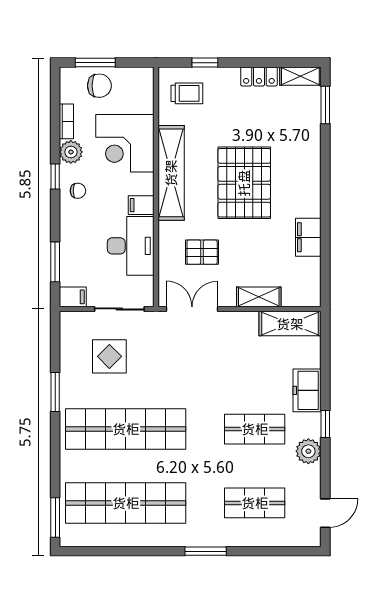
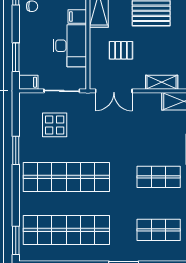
double door: (192, 309) -> (114, 91), swing flipped

